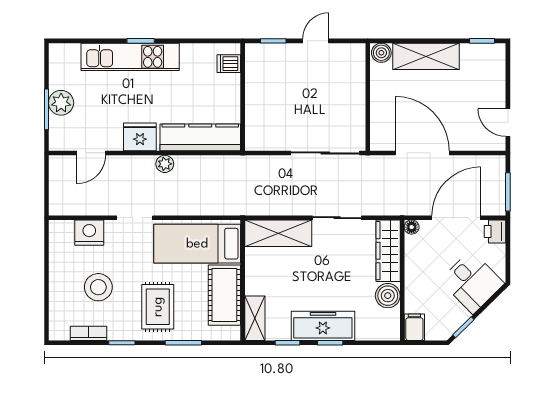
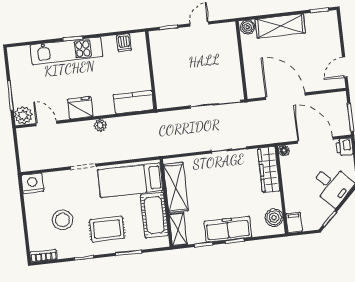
dishwasher: (229, 64) -> (124, 43), moved, turned -90
plant: (61, 103) -> (23, 115), moved
door: (508, 123) -> (345, 67), hinge flipped
kitchen counter: (200, 137) -> (133, 102), width x0.67
door: (91, 153) -> (46, 123), swing flipped
door: (456, 218) -> (315, 140), hinge flipped
nightstand: (89, 233) -> (32, 183), moved
shelving: (278, 233) -> (176, 188), moved, turned 90
boiler: (388, 296) -> (274, 218), moved
rug: (158, 307) -> (107, 229), turned 90
bookcase: (89, 333) -> (43, 256), moved

